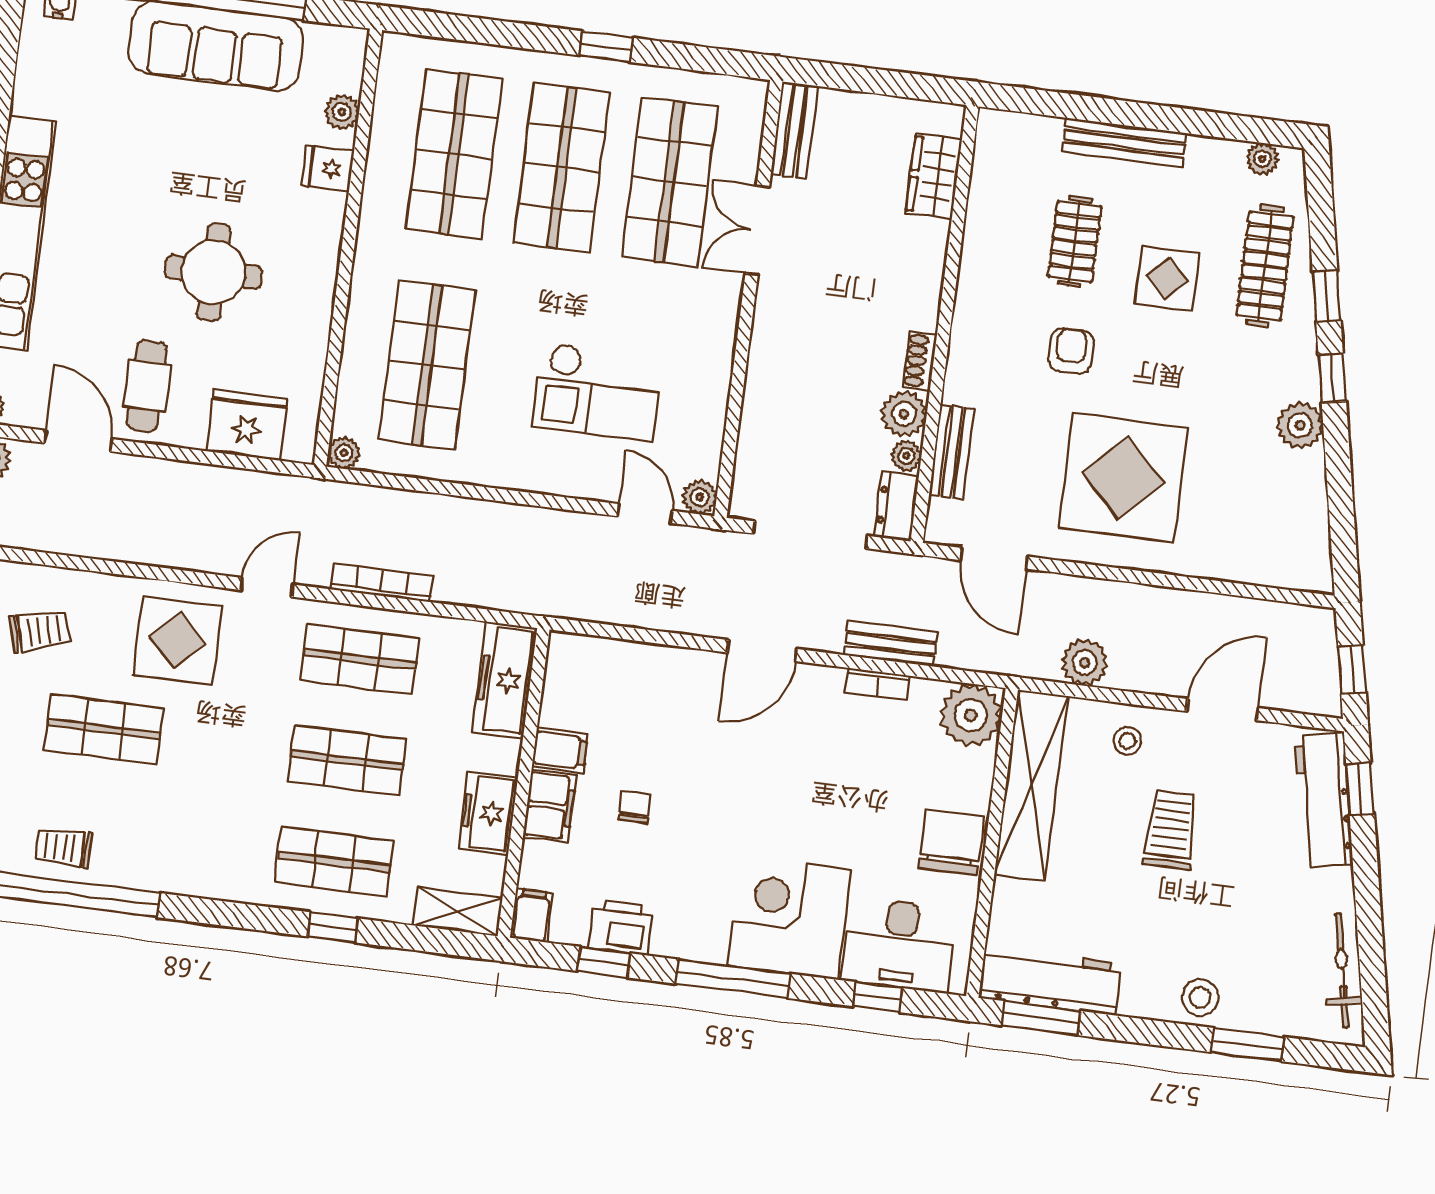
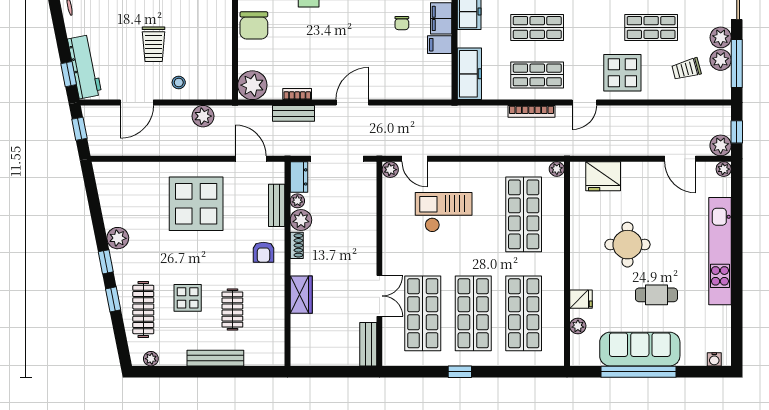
wardrobe: (934, 176) -> (301, 295), moved
armchair: (1071, 351) -> (263, 252), moved
cafe table: (147, 386) -> (656, 295), moved, turned 90
shelving: (1031, 785) -> (220, 56), removed

